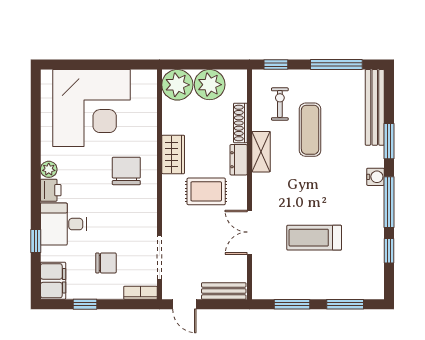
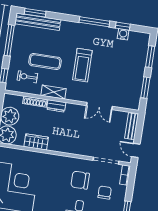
window: (389, 141) -> (35, 13), moved
wardrobe: (173, 154) -> (36, 142), moved
chair: (126, 171) -> (80, 180), moved
water cooler: (375, 177) -> (123, 34), moved
rug: (206, 191) -> (72, 128), removed
treadmill: (314, 238) -> (82, 65), moved
door: (184, 304) -> (136, 150), swing flipped

